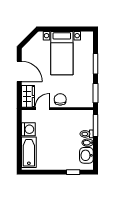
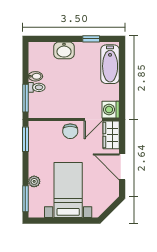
plant: (89, 60) -> (34, 181), added
window: (95, 64) -> (25, 199), moved
washing machine: (28, 129) -> (111, 110), moved
washbasin: (86, 155) -> (64, 50), moved, turned 90
window: (73, 172) -> (91, 39), moved

